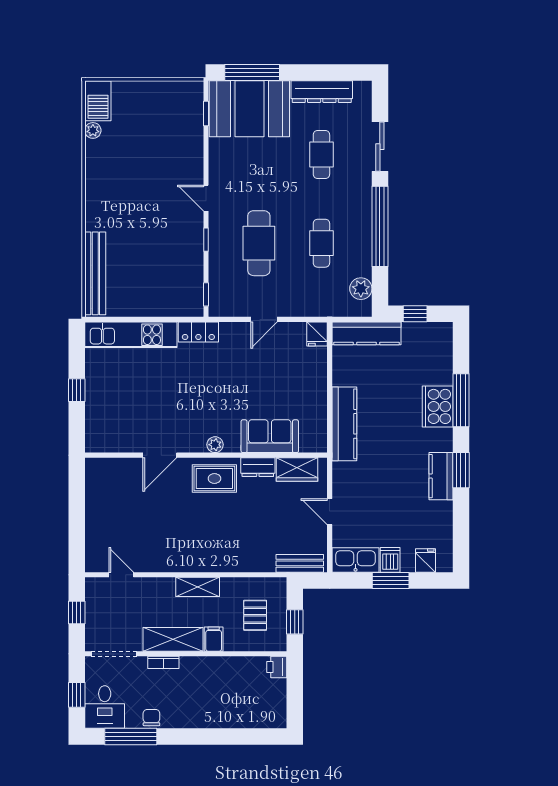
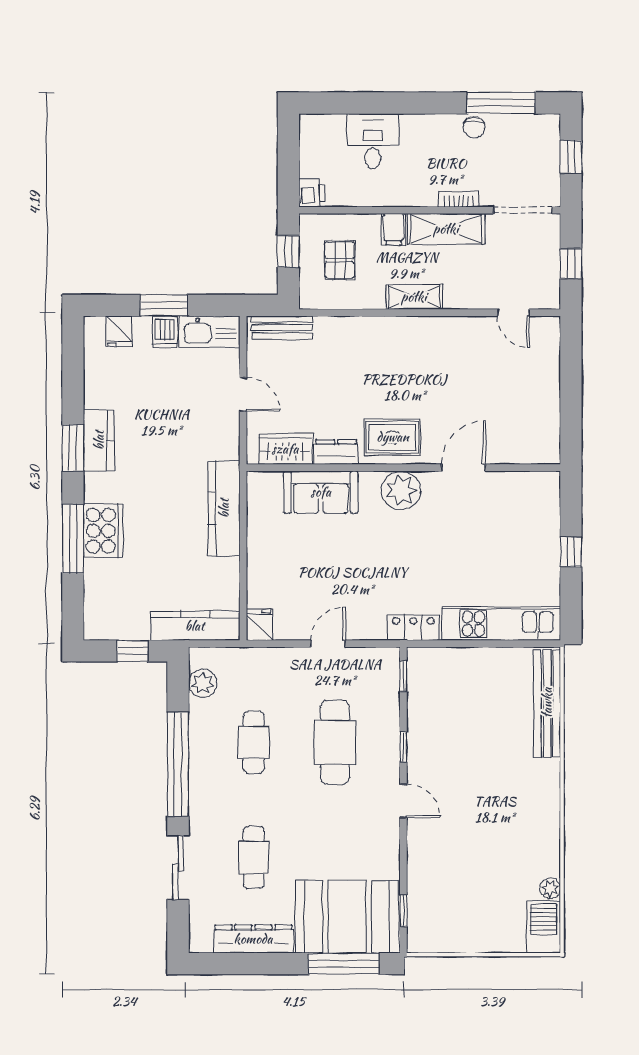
plant: (215, 445) -> (401, 490), width x1.88, depth x1.88
desk: (105, 707) -> (373, 141), moved

